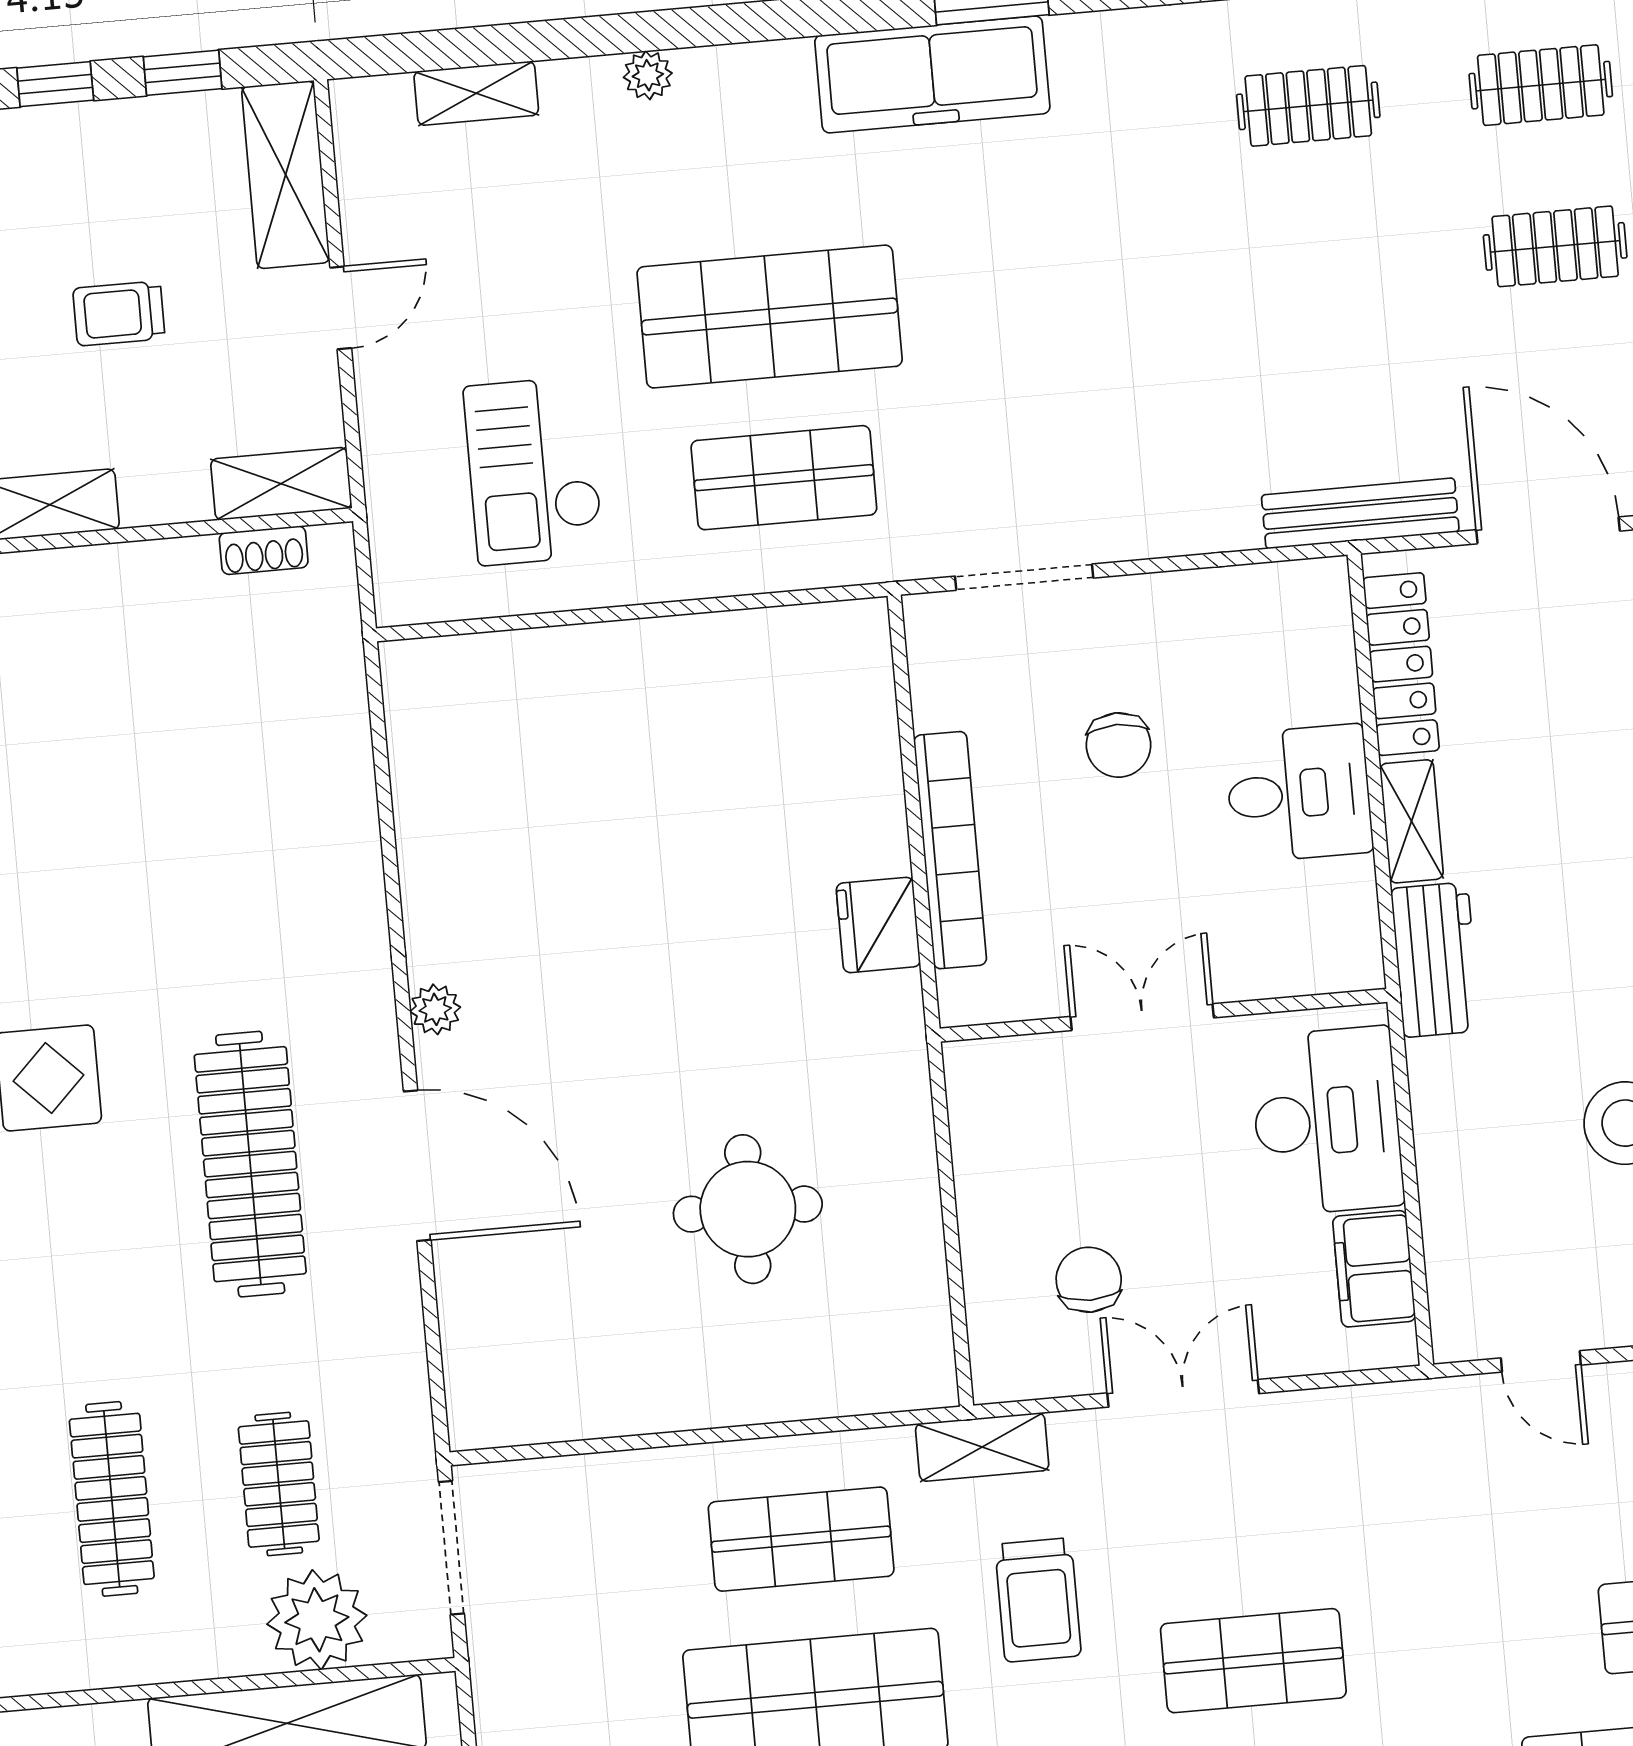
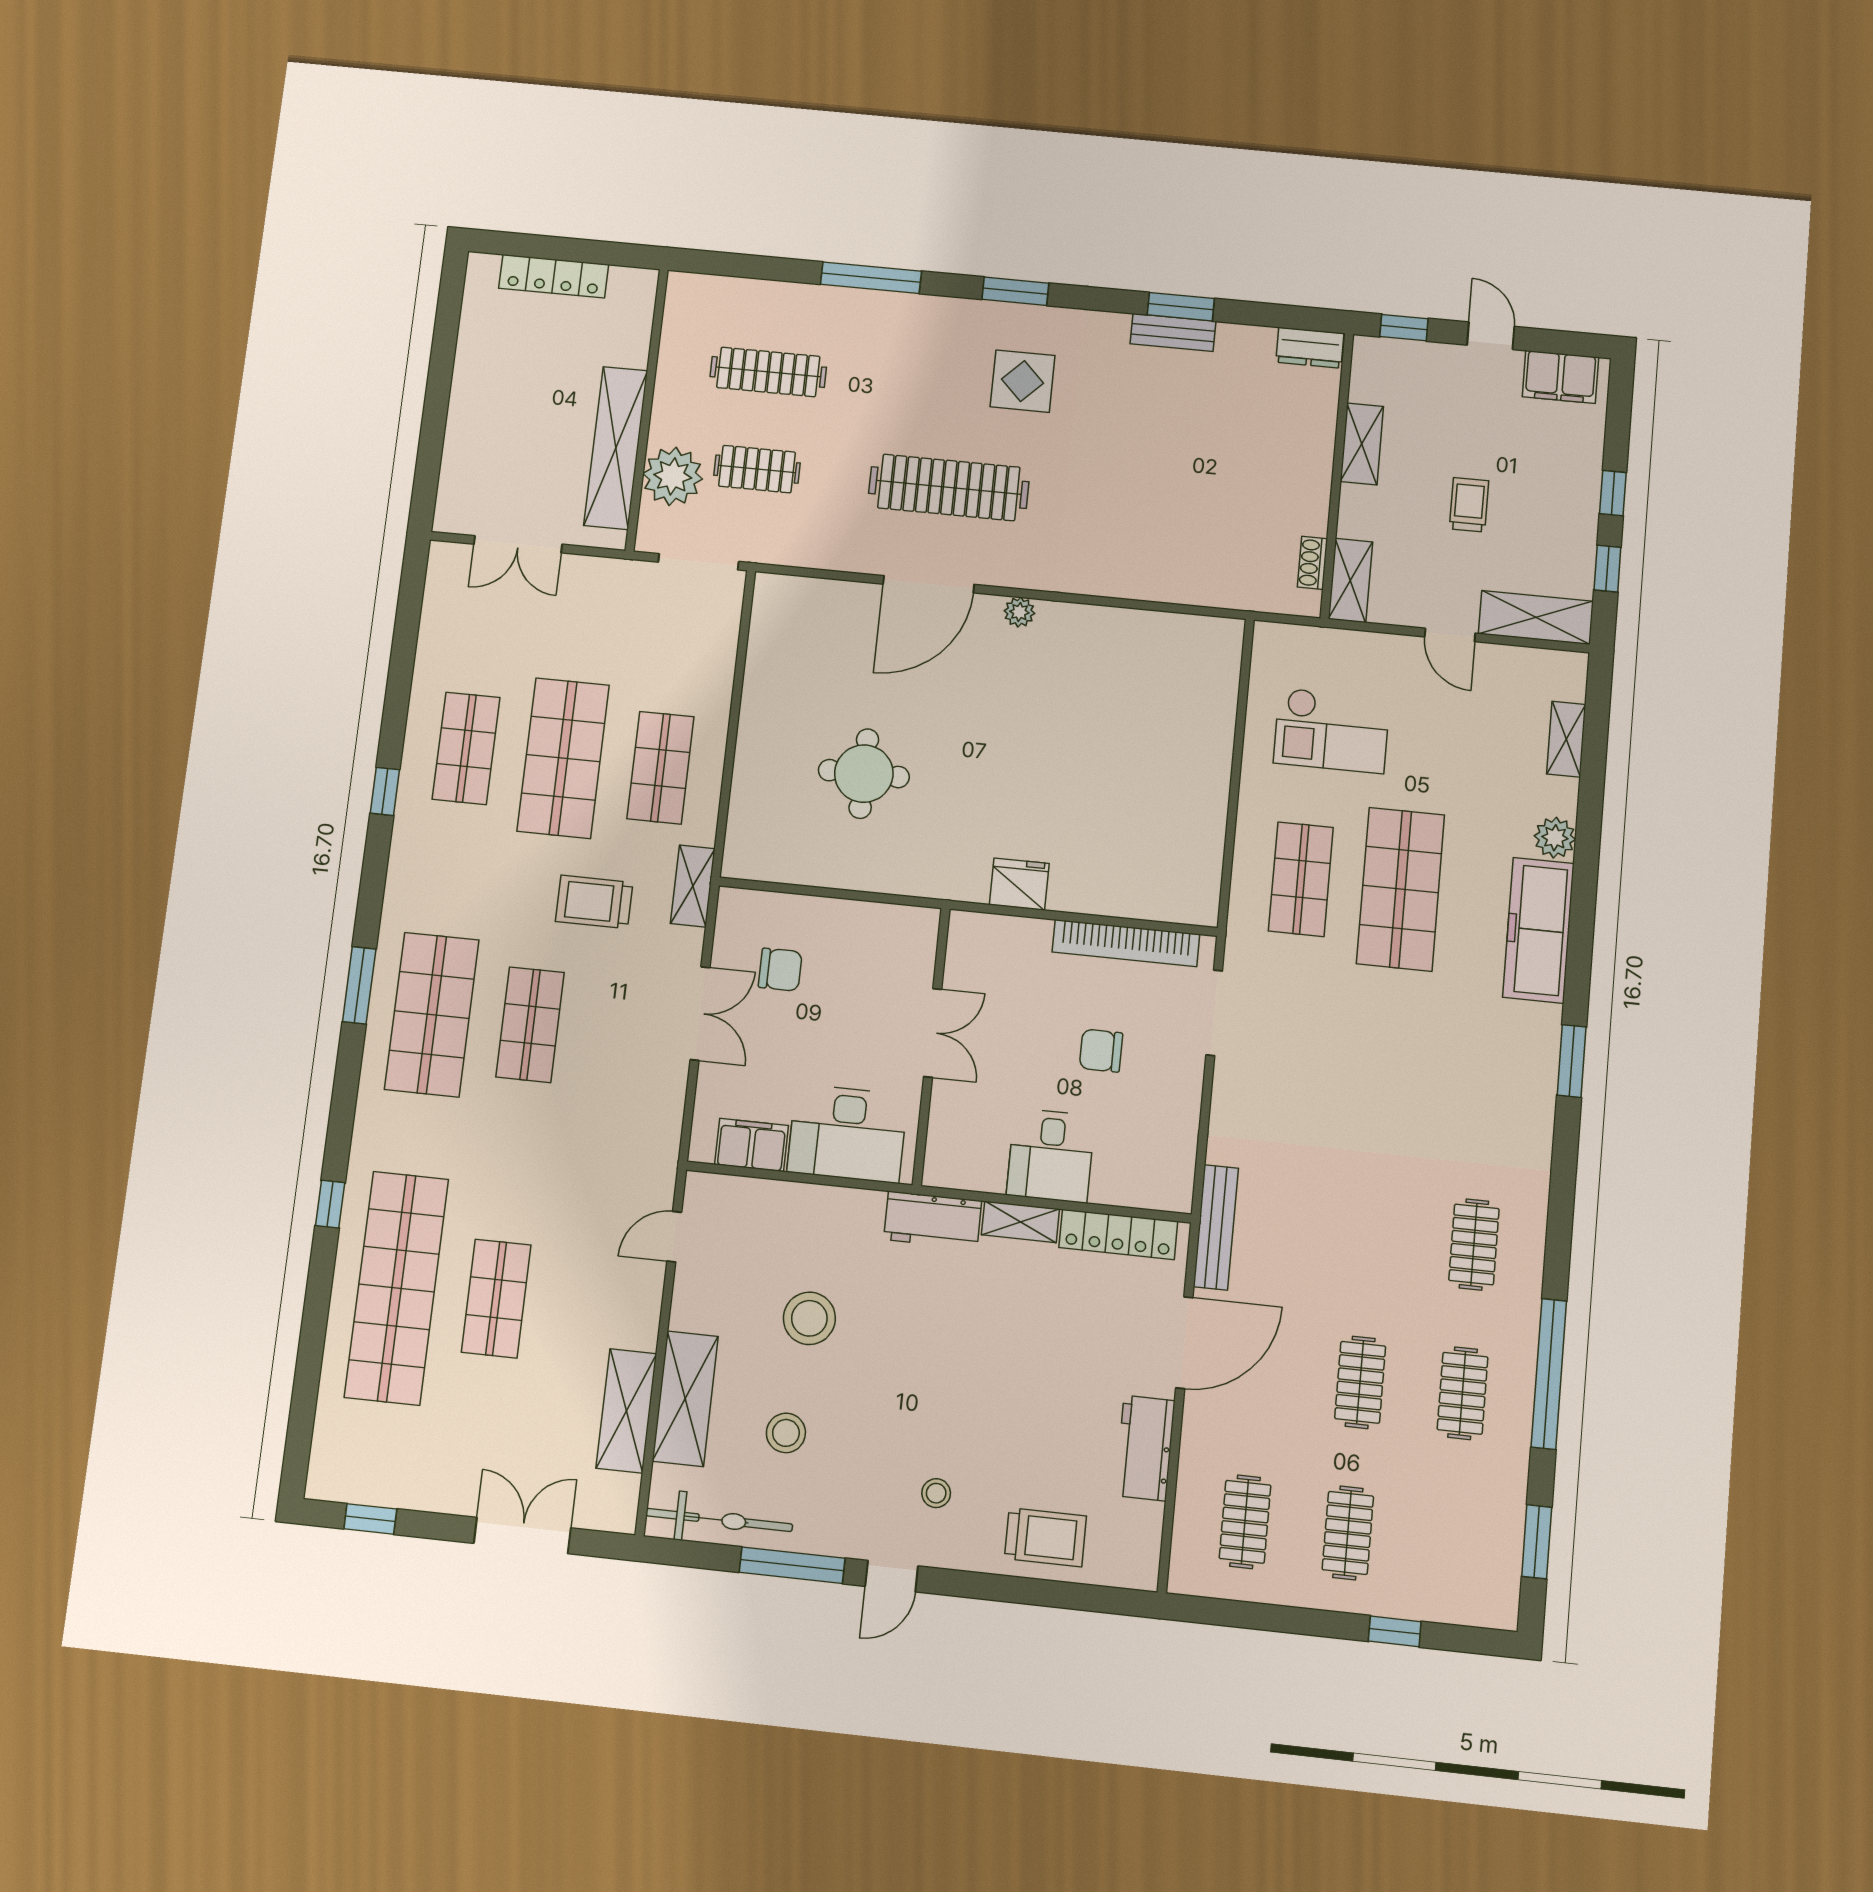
freezer: (932, 74) -> (1538, 930), moved
plant: (648, 75) -> (1555, 838), width x1.38, depth x1.38
checkout: (534, 471) -> (1332, 730), turned 180
bookcase: (950, 850) -> (1126, 943), moved

